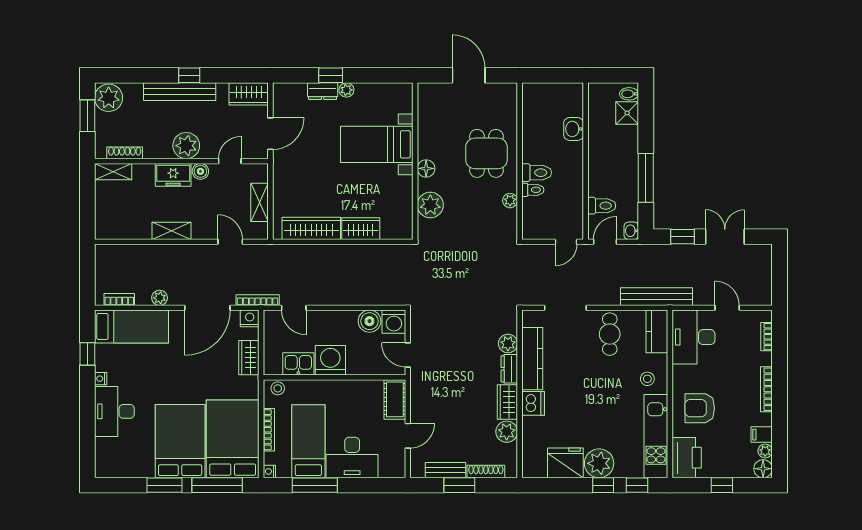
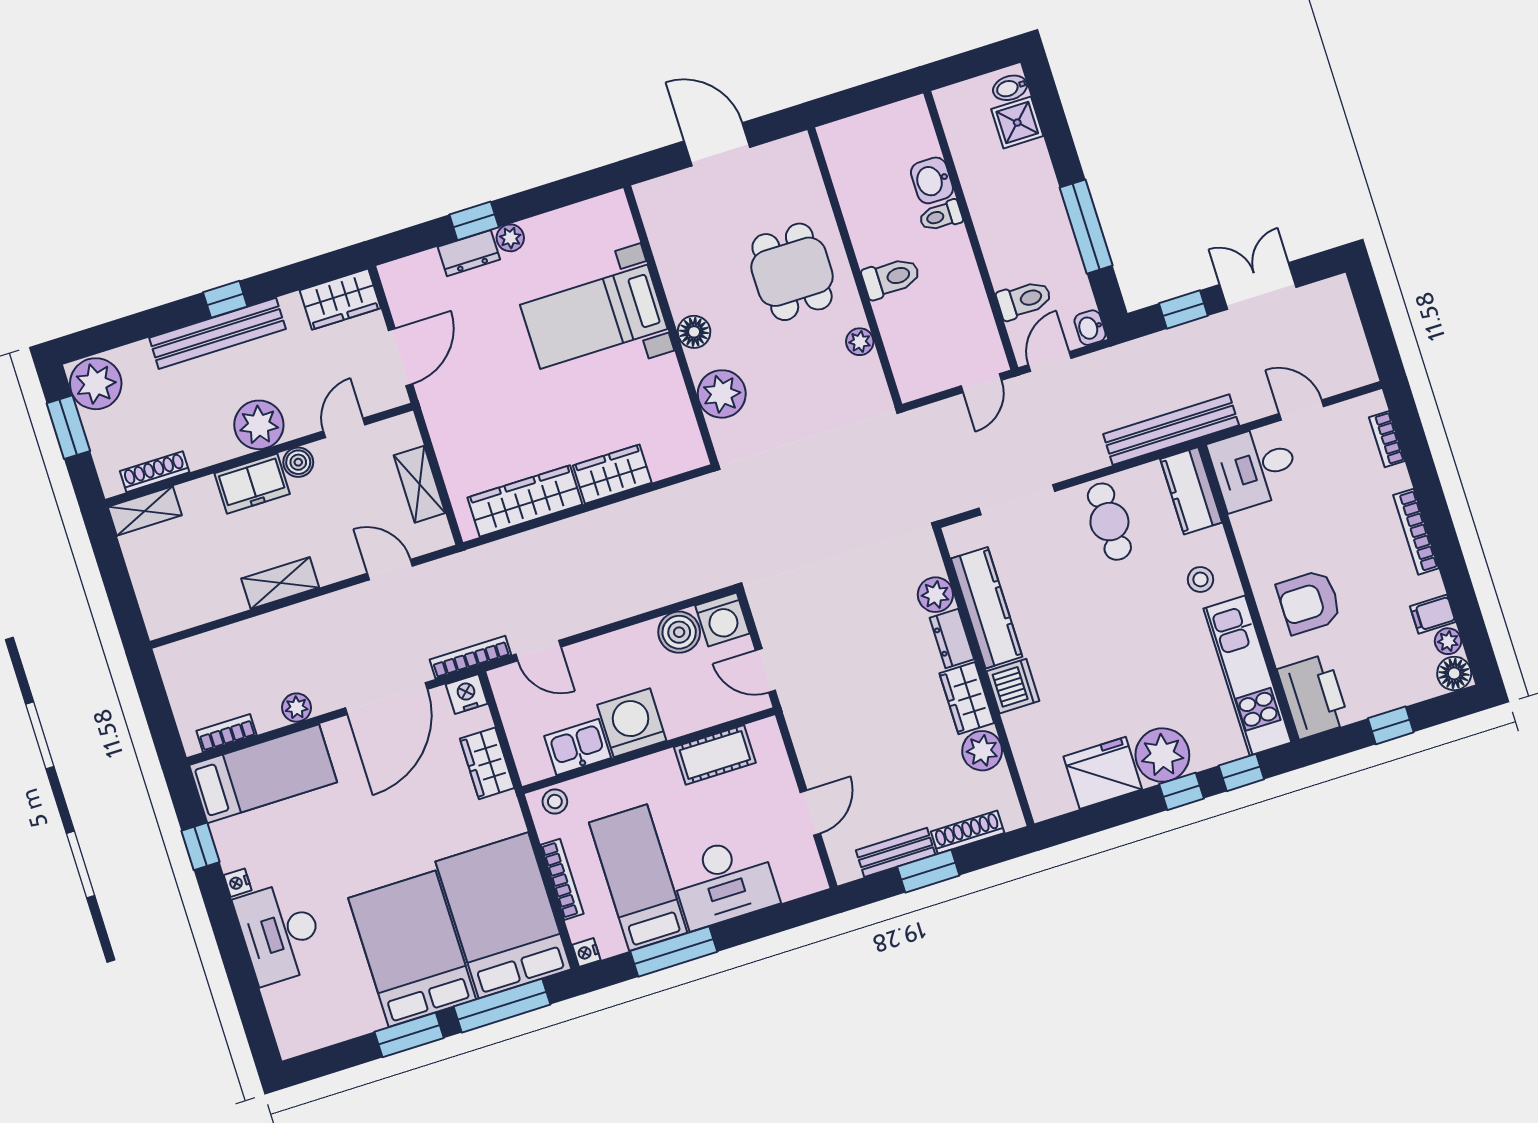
toilet: (533, 190) -> (941, 216), moved, turned 180
desk: (693, 337) -> (1254, 467), width x0.73
cot: (395, 399) -> (715, 755), moved, turned 90

